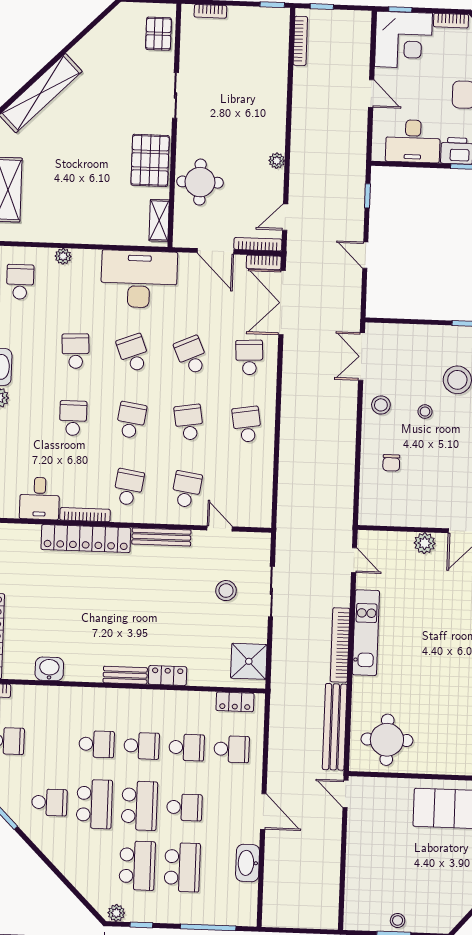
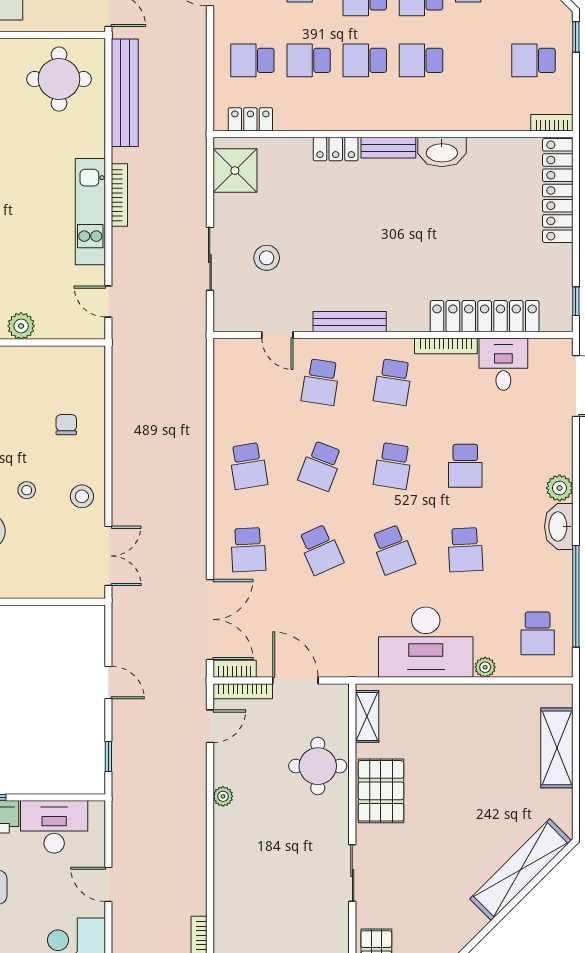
desk: (139, 279) -> (426, 642), moved
school desk: (189, 422) -> (321, 466), turned 30
locker: (86, 539) -> (485, 316), moved
bookcase: (340, 645) -> (119, 195), width x0.68, depth x0.76
washbasin: (49, 669) -> (442, 152), moved, width x1.38

